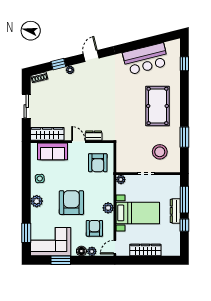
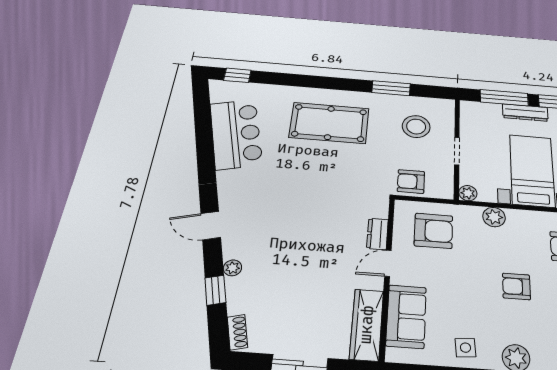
window: (184, 64) -> (237, 75), moved
armchair: (125, 150) -> (411, 181), added
armchair: (71, 203) -> (516, 286), width x0.53, depth x0.53
plant: (108, 208) -> (494, 217), moved

